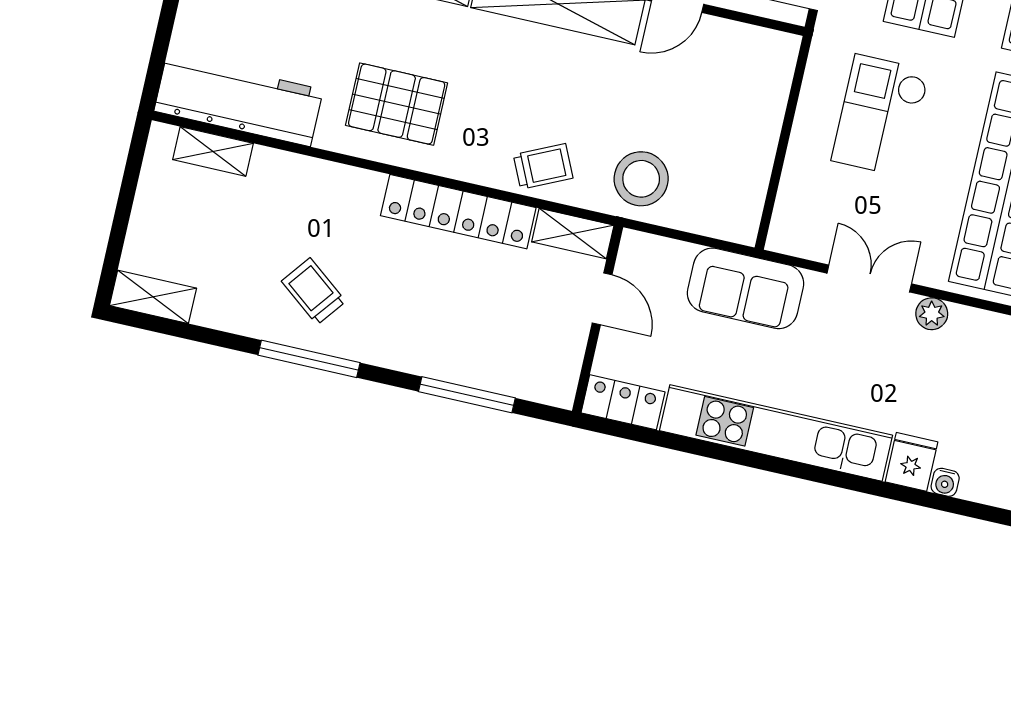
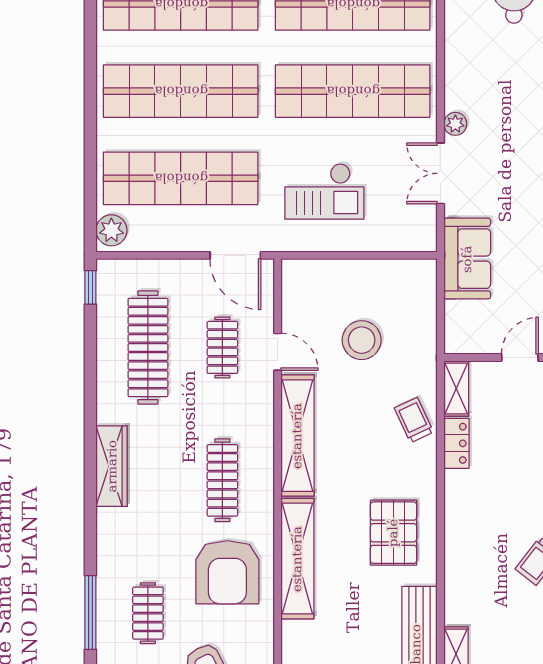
stool: (641, 179) -> (362, 340), moved
locker: (458, 212) -> (456, 443), width x0.46, depth x0.83
door: (602, 299) -> (520, 357), moved

